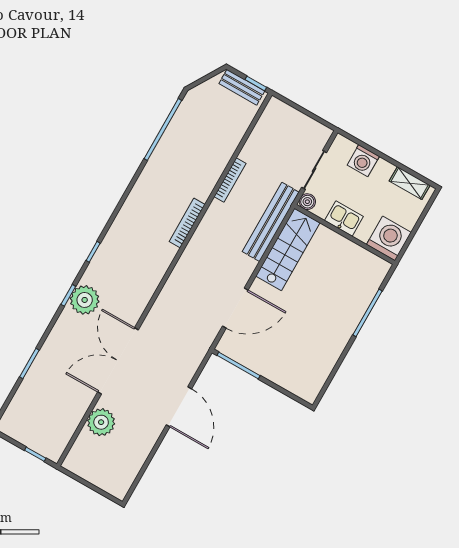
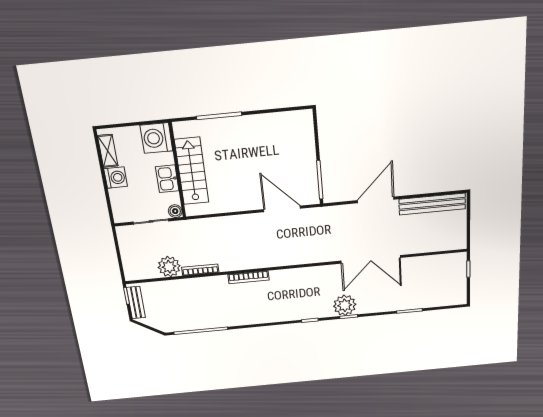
washing machine: (363, 161) -> (116, 178), moved
bench: (271, 222) -> (432, 204), moved
stairs: (288, 249) -> (192, 171), moved, turned 90
plant: (101, 422) -> (169, 267), moved

